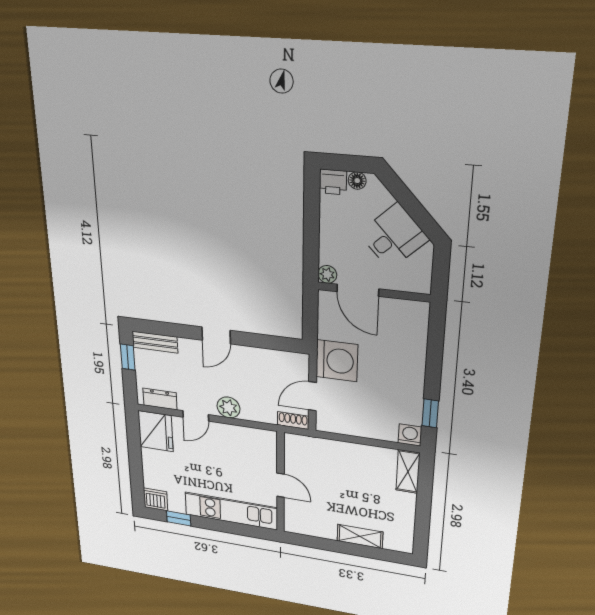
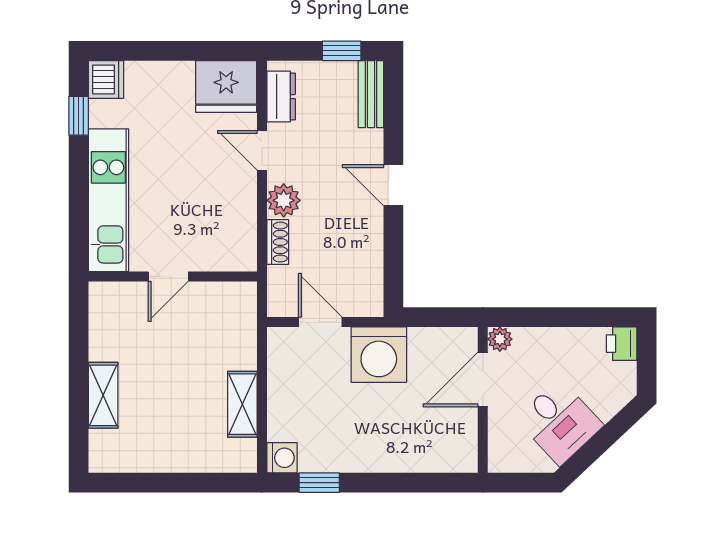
floor lamp: (357, 181) -> (626, 374), removed
shoe rack: (293, 421) -> (278, 242), moved
shelving: (408, 472) -> (242, 404), moved, turned 90

